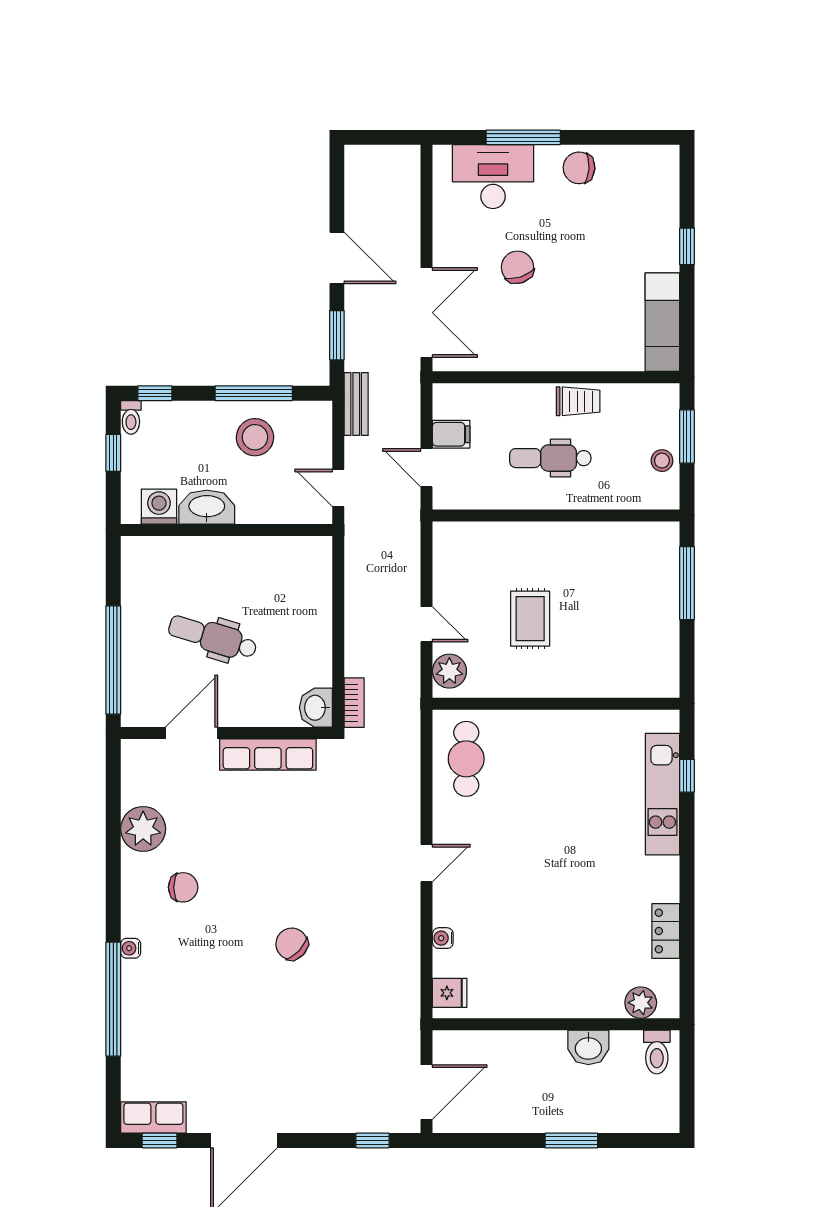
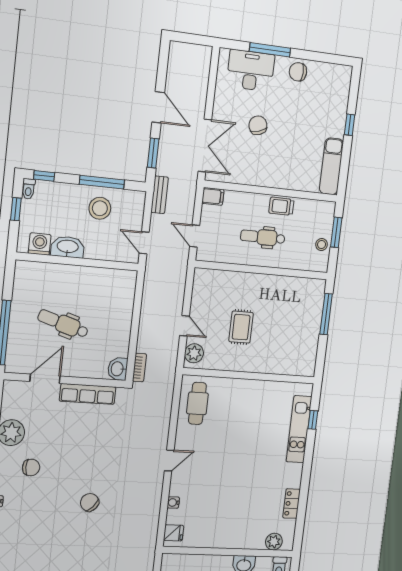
trolley: (578, 401) -> (281, 206), turned 180
filing cabinet: (451, 434) -> (213, 196), moved

